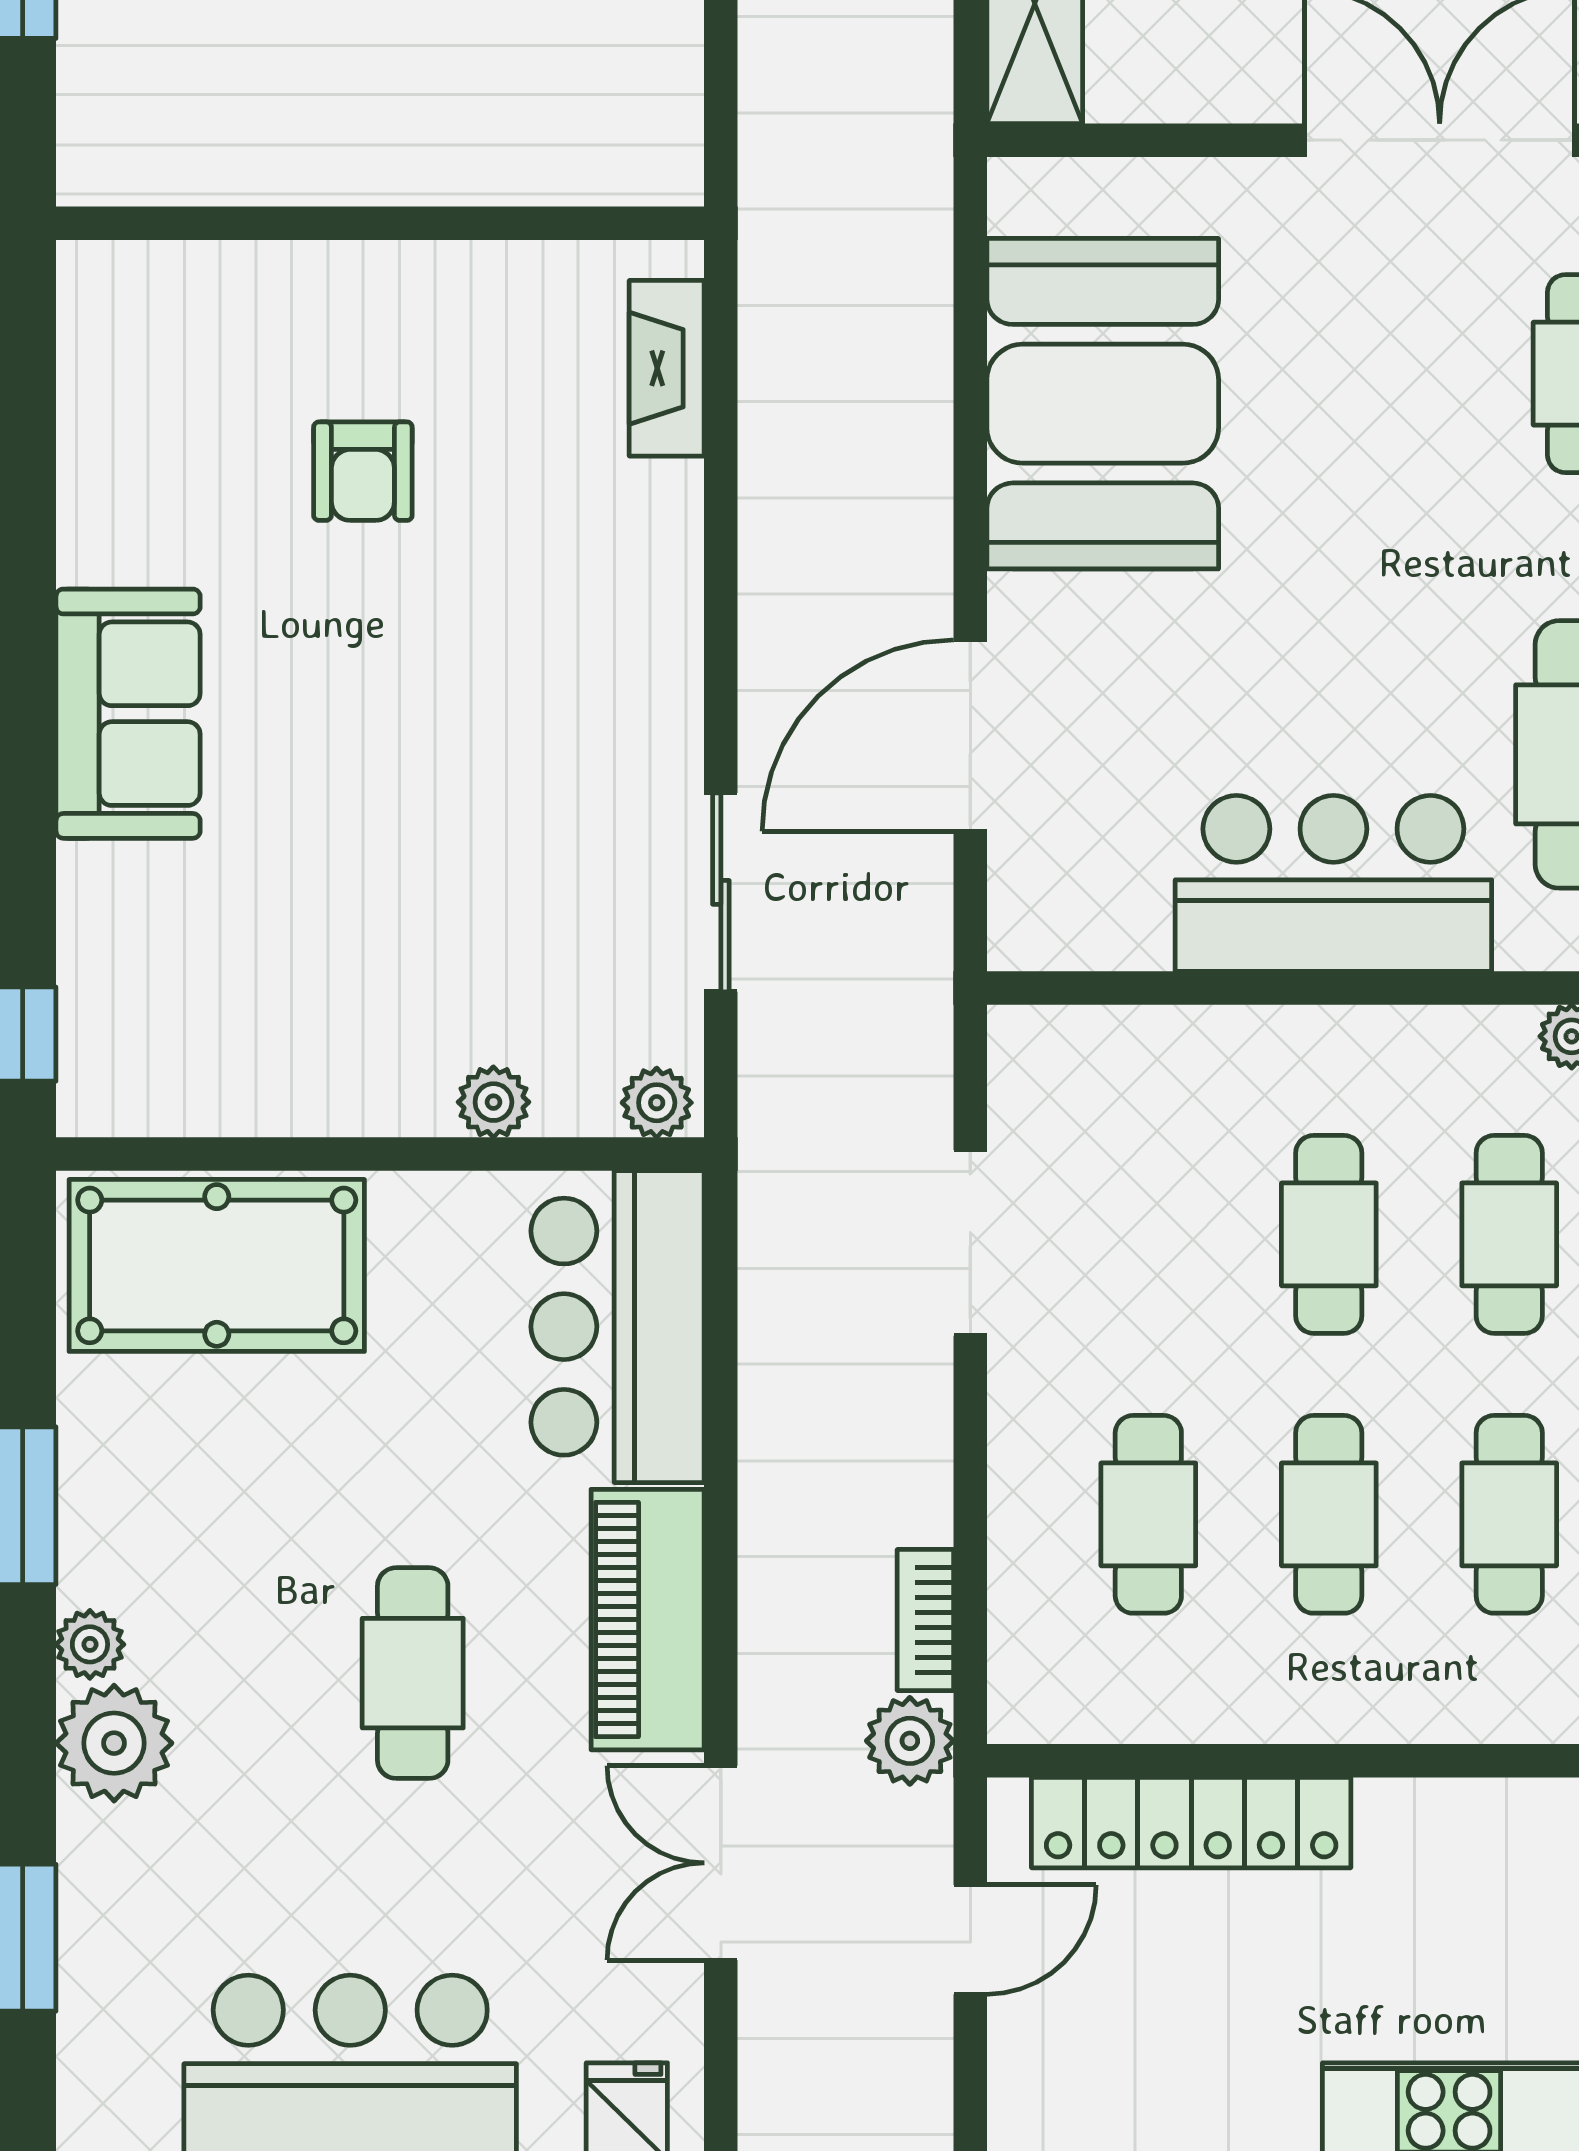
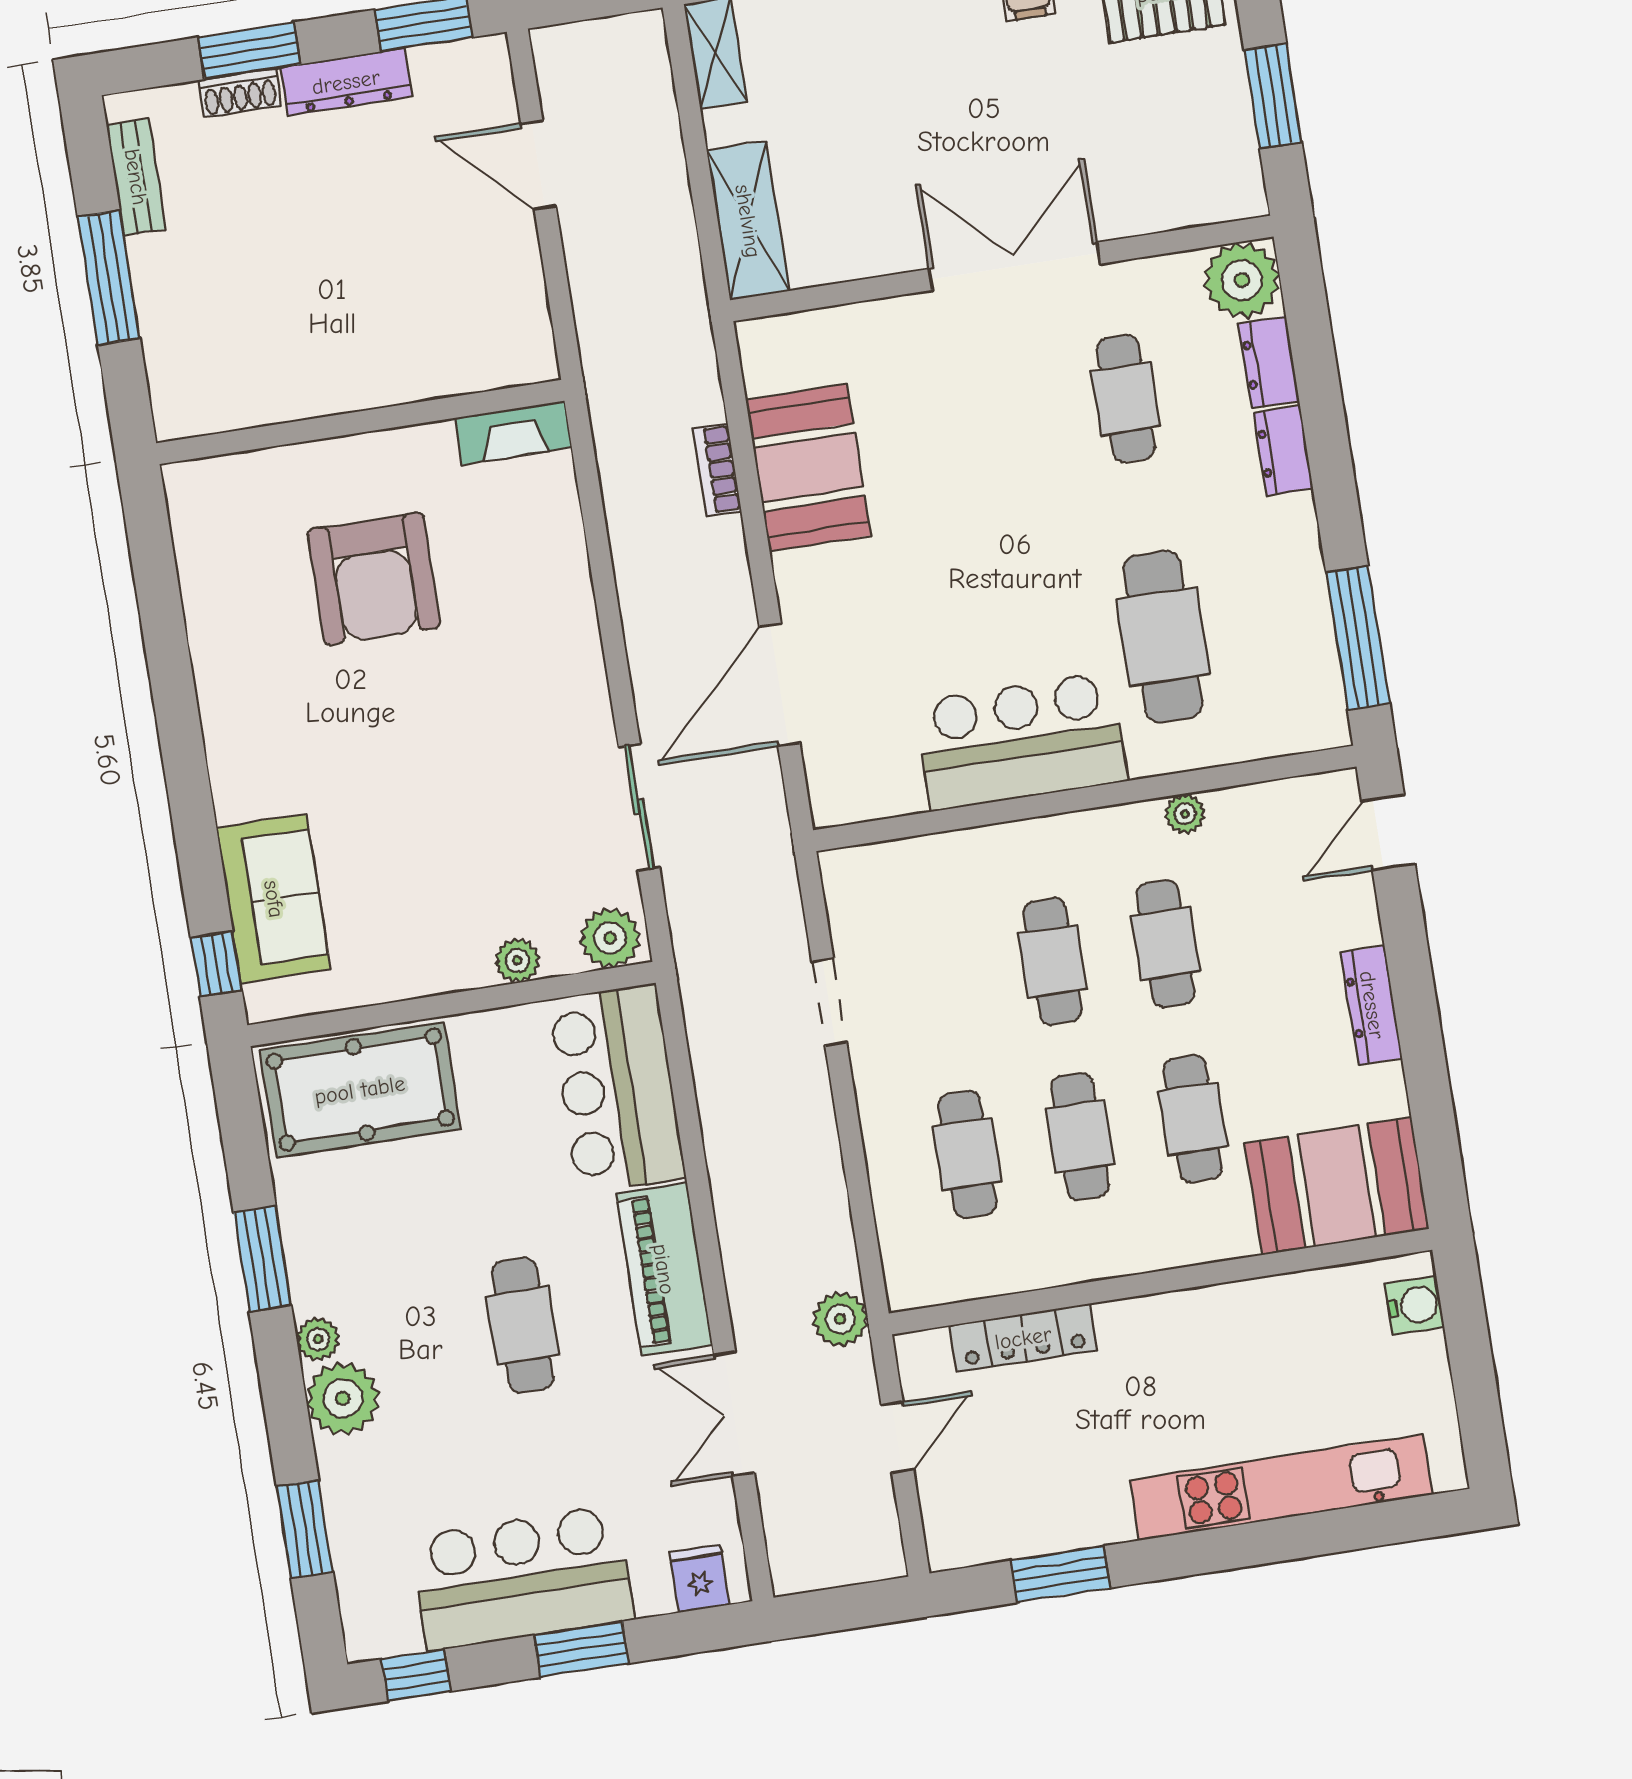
fireplace: (667, 368) -> (513, 433), moved, turned -90
booth: (1103, 404) -> (808, 467), width x0.73, depth x0.70
armchair: (363, 471) -> (374, 579), width x1.88, depth x1.88
sofa: (128, 714) -> (274, 899), moved
plant: (657, 1103) -> (610, 938), width x1.38, depth x1.38
doorway: (970, 1243) -> (829, 1002), width x0.73
bookcase: (925, 1620) -> (717, 470), moved
locker: (1191, 1823) -> (1023, 1338), width x0.71, depth x0.83

